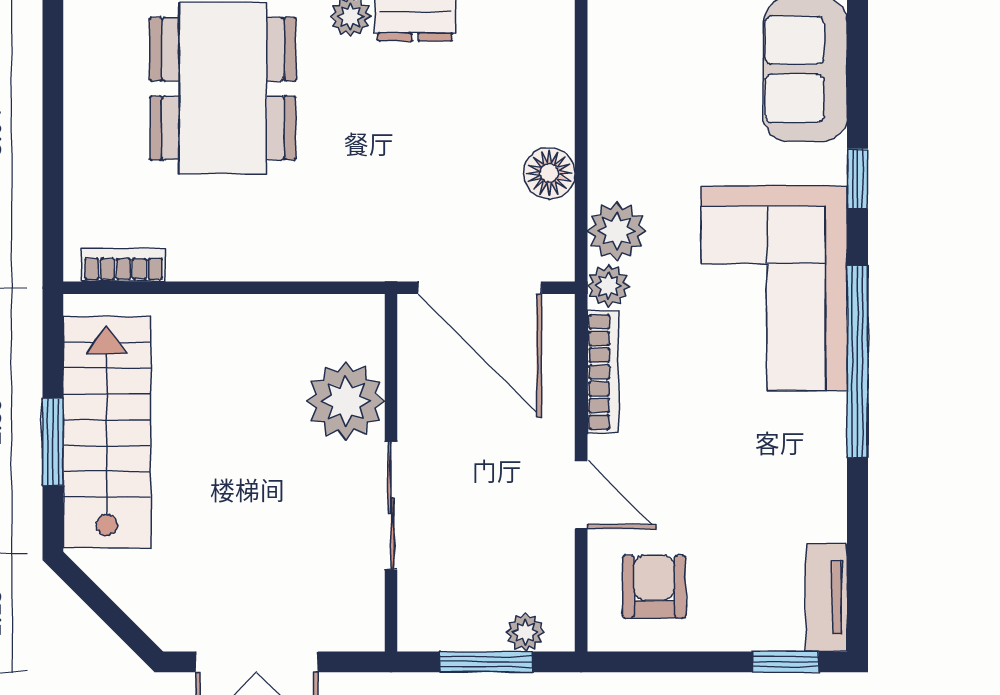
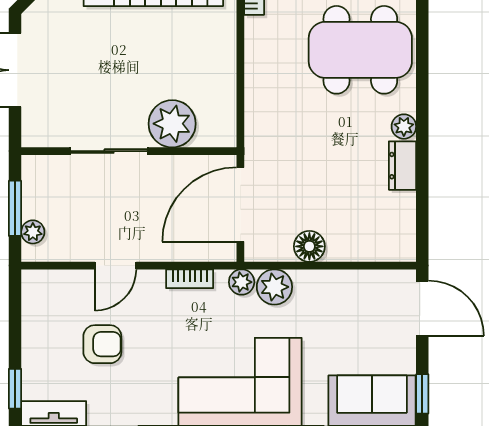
bookcase: (603, 372) -> (190, 279), width x0.64
armchair: (654, 587) -> (102, 344), moved

